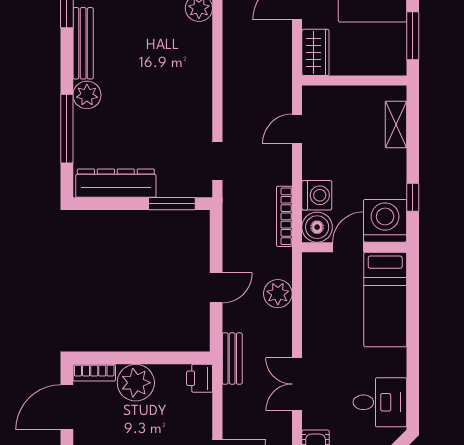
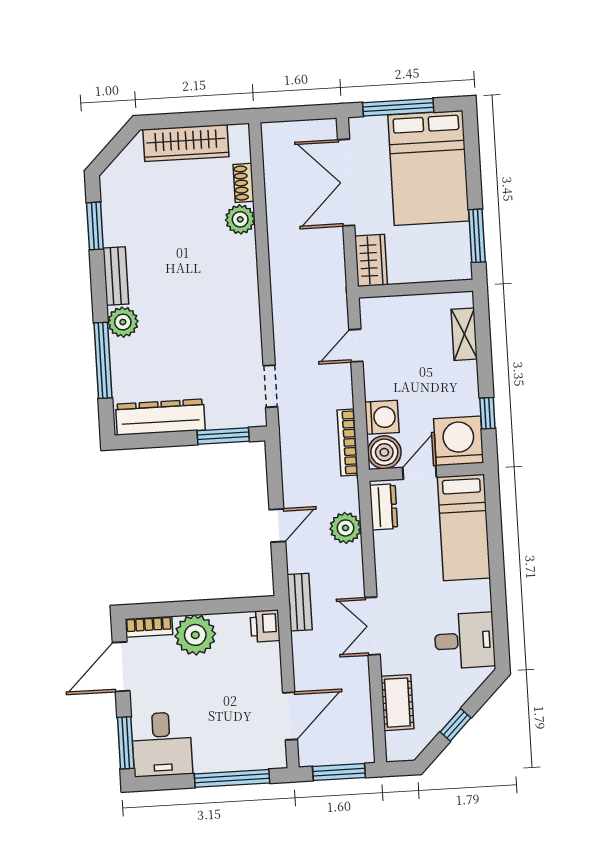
bench: (83, 43) -> (116, 276), width x0.73
dresser: (313, 277) -> (384, 507), added

